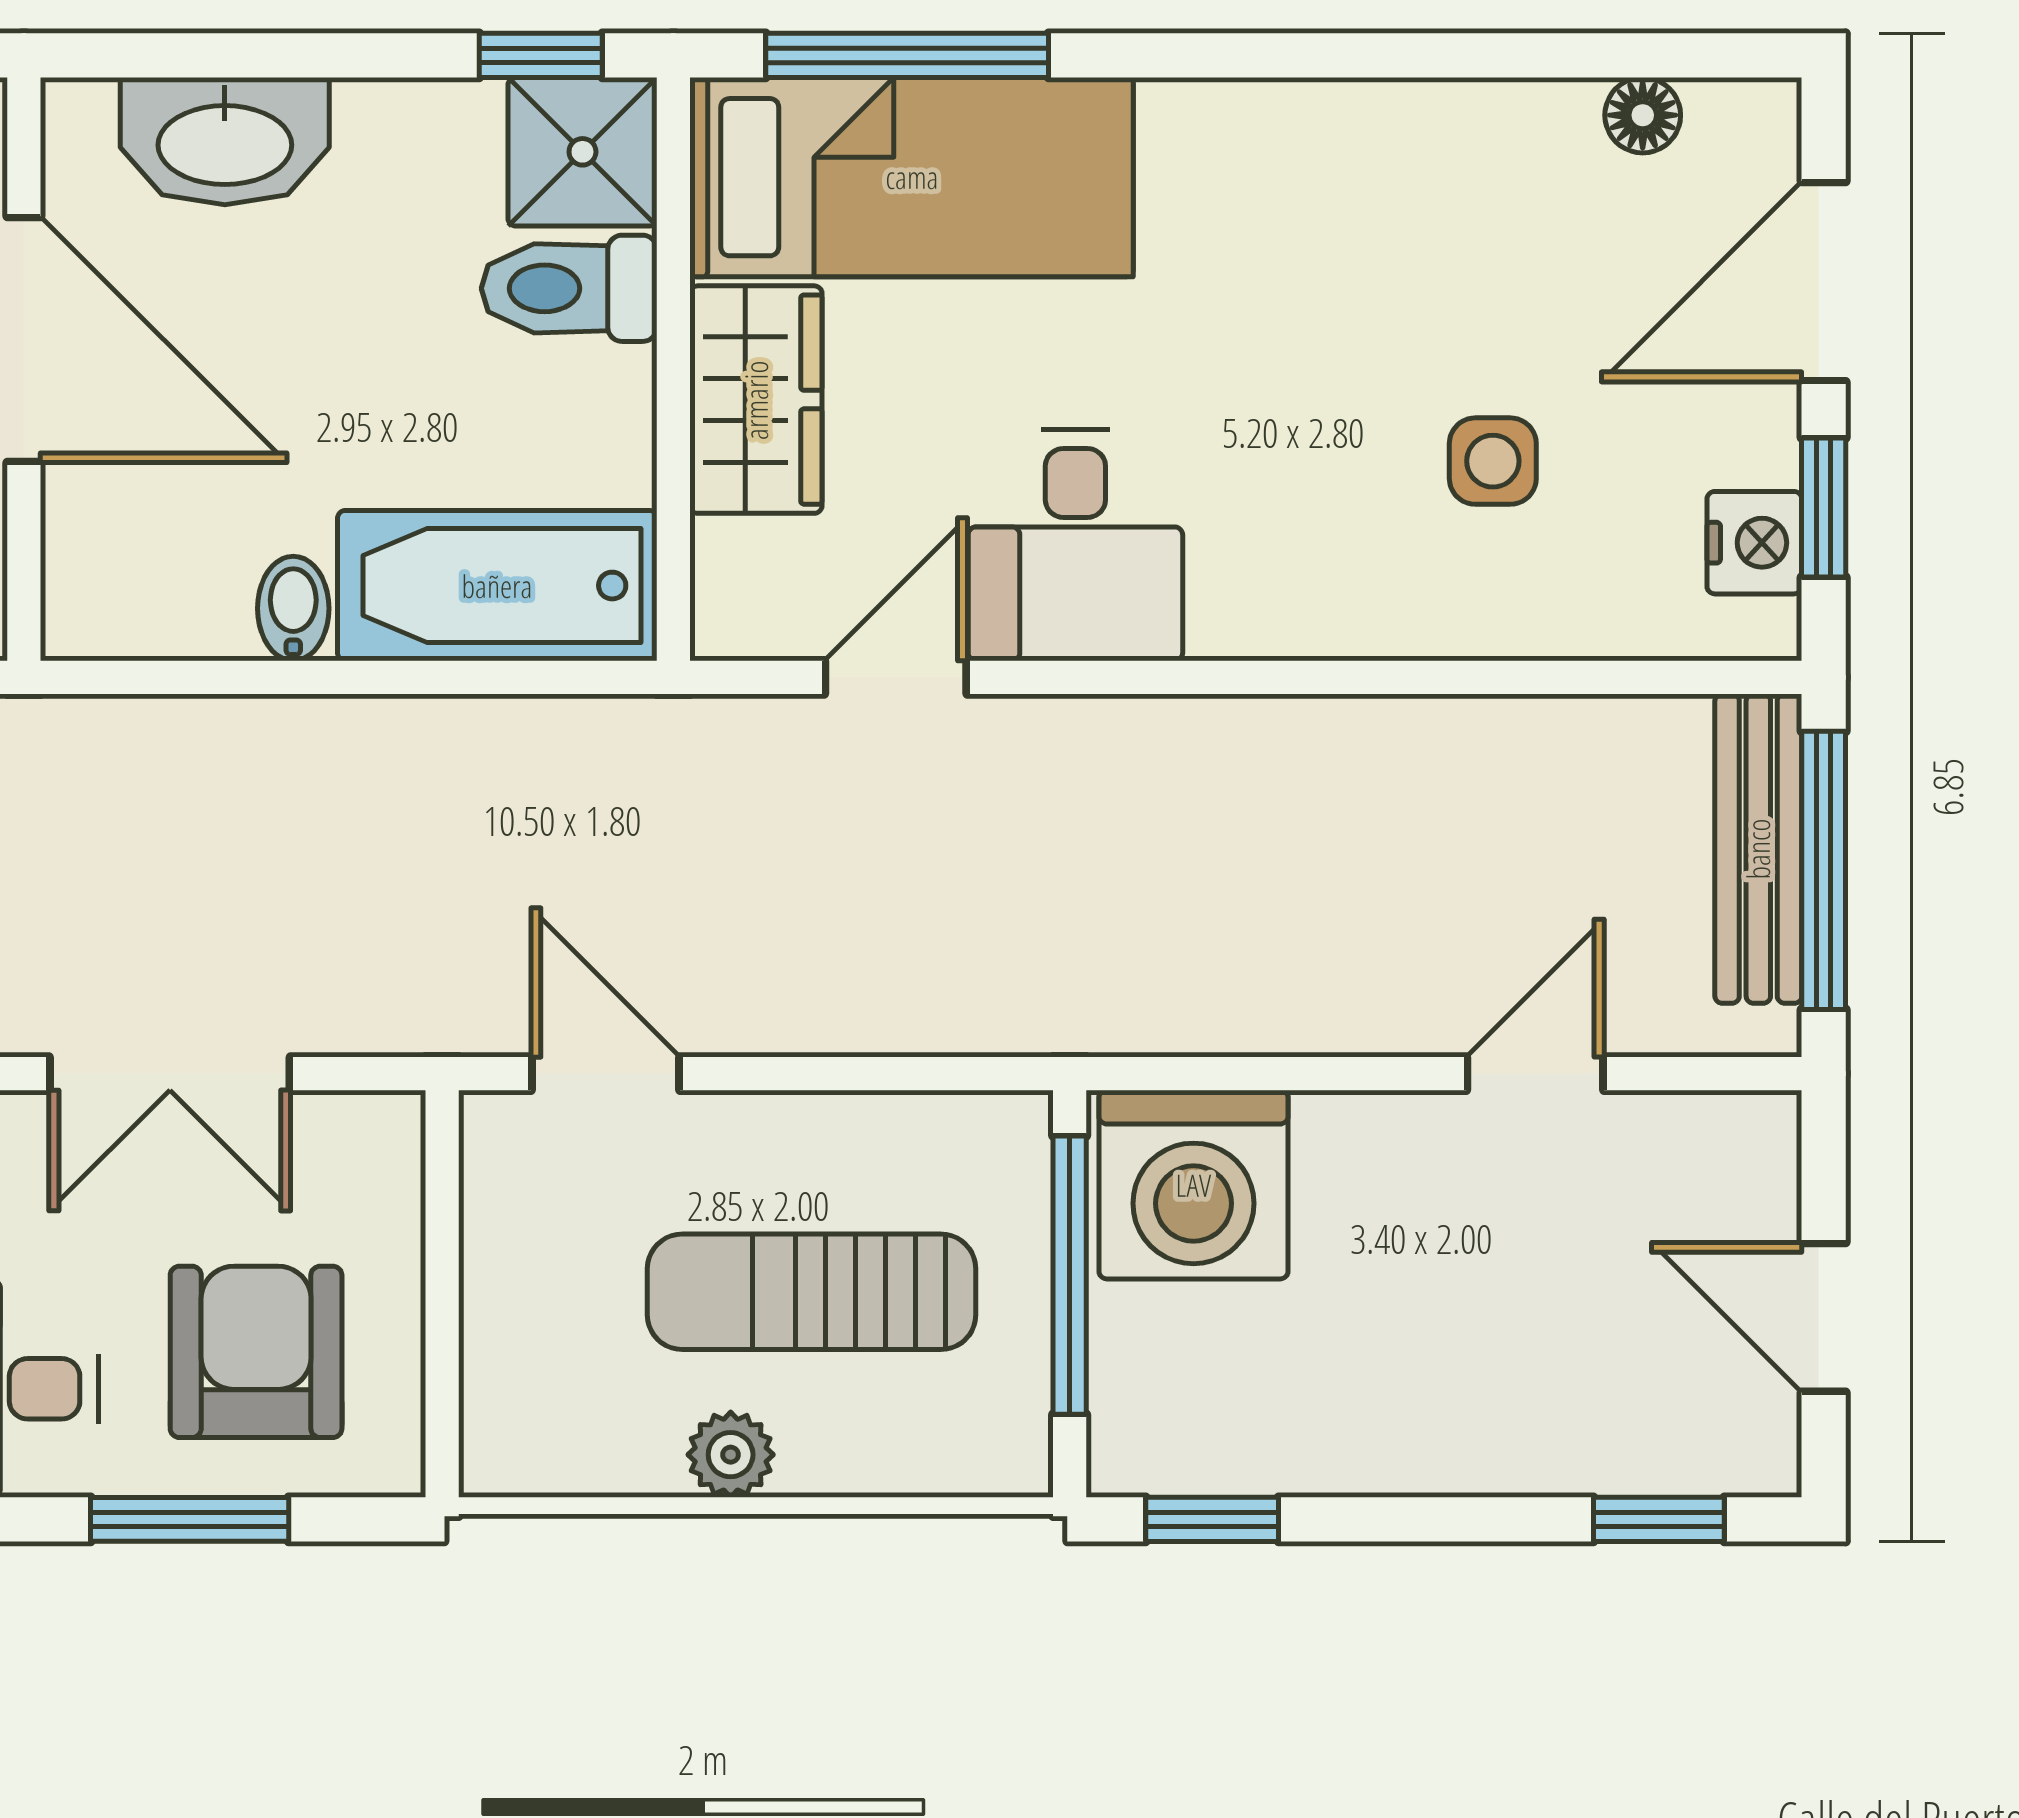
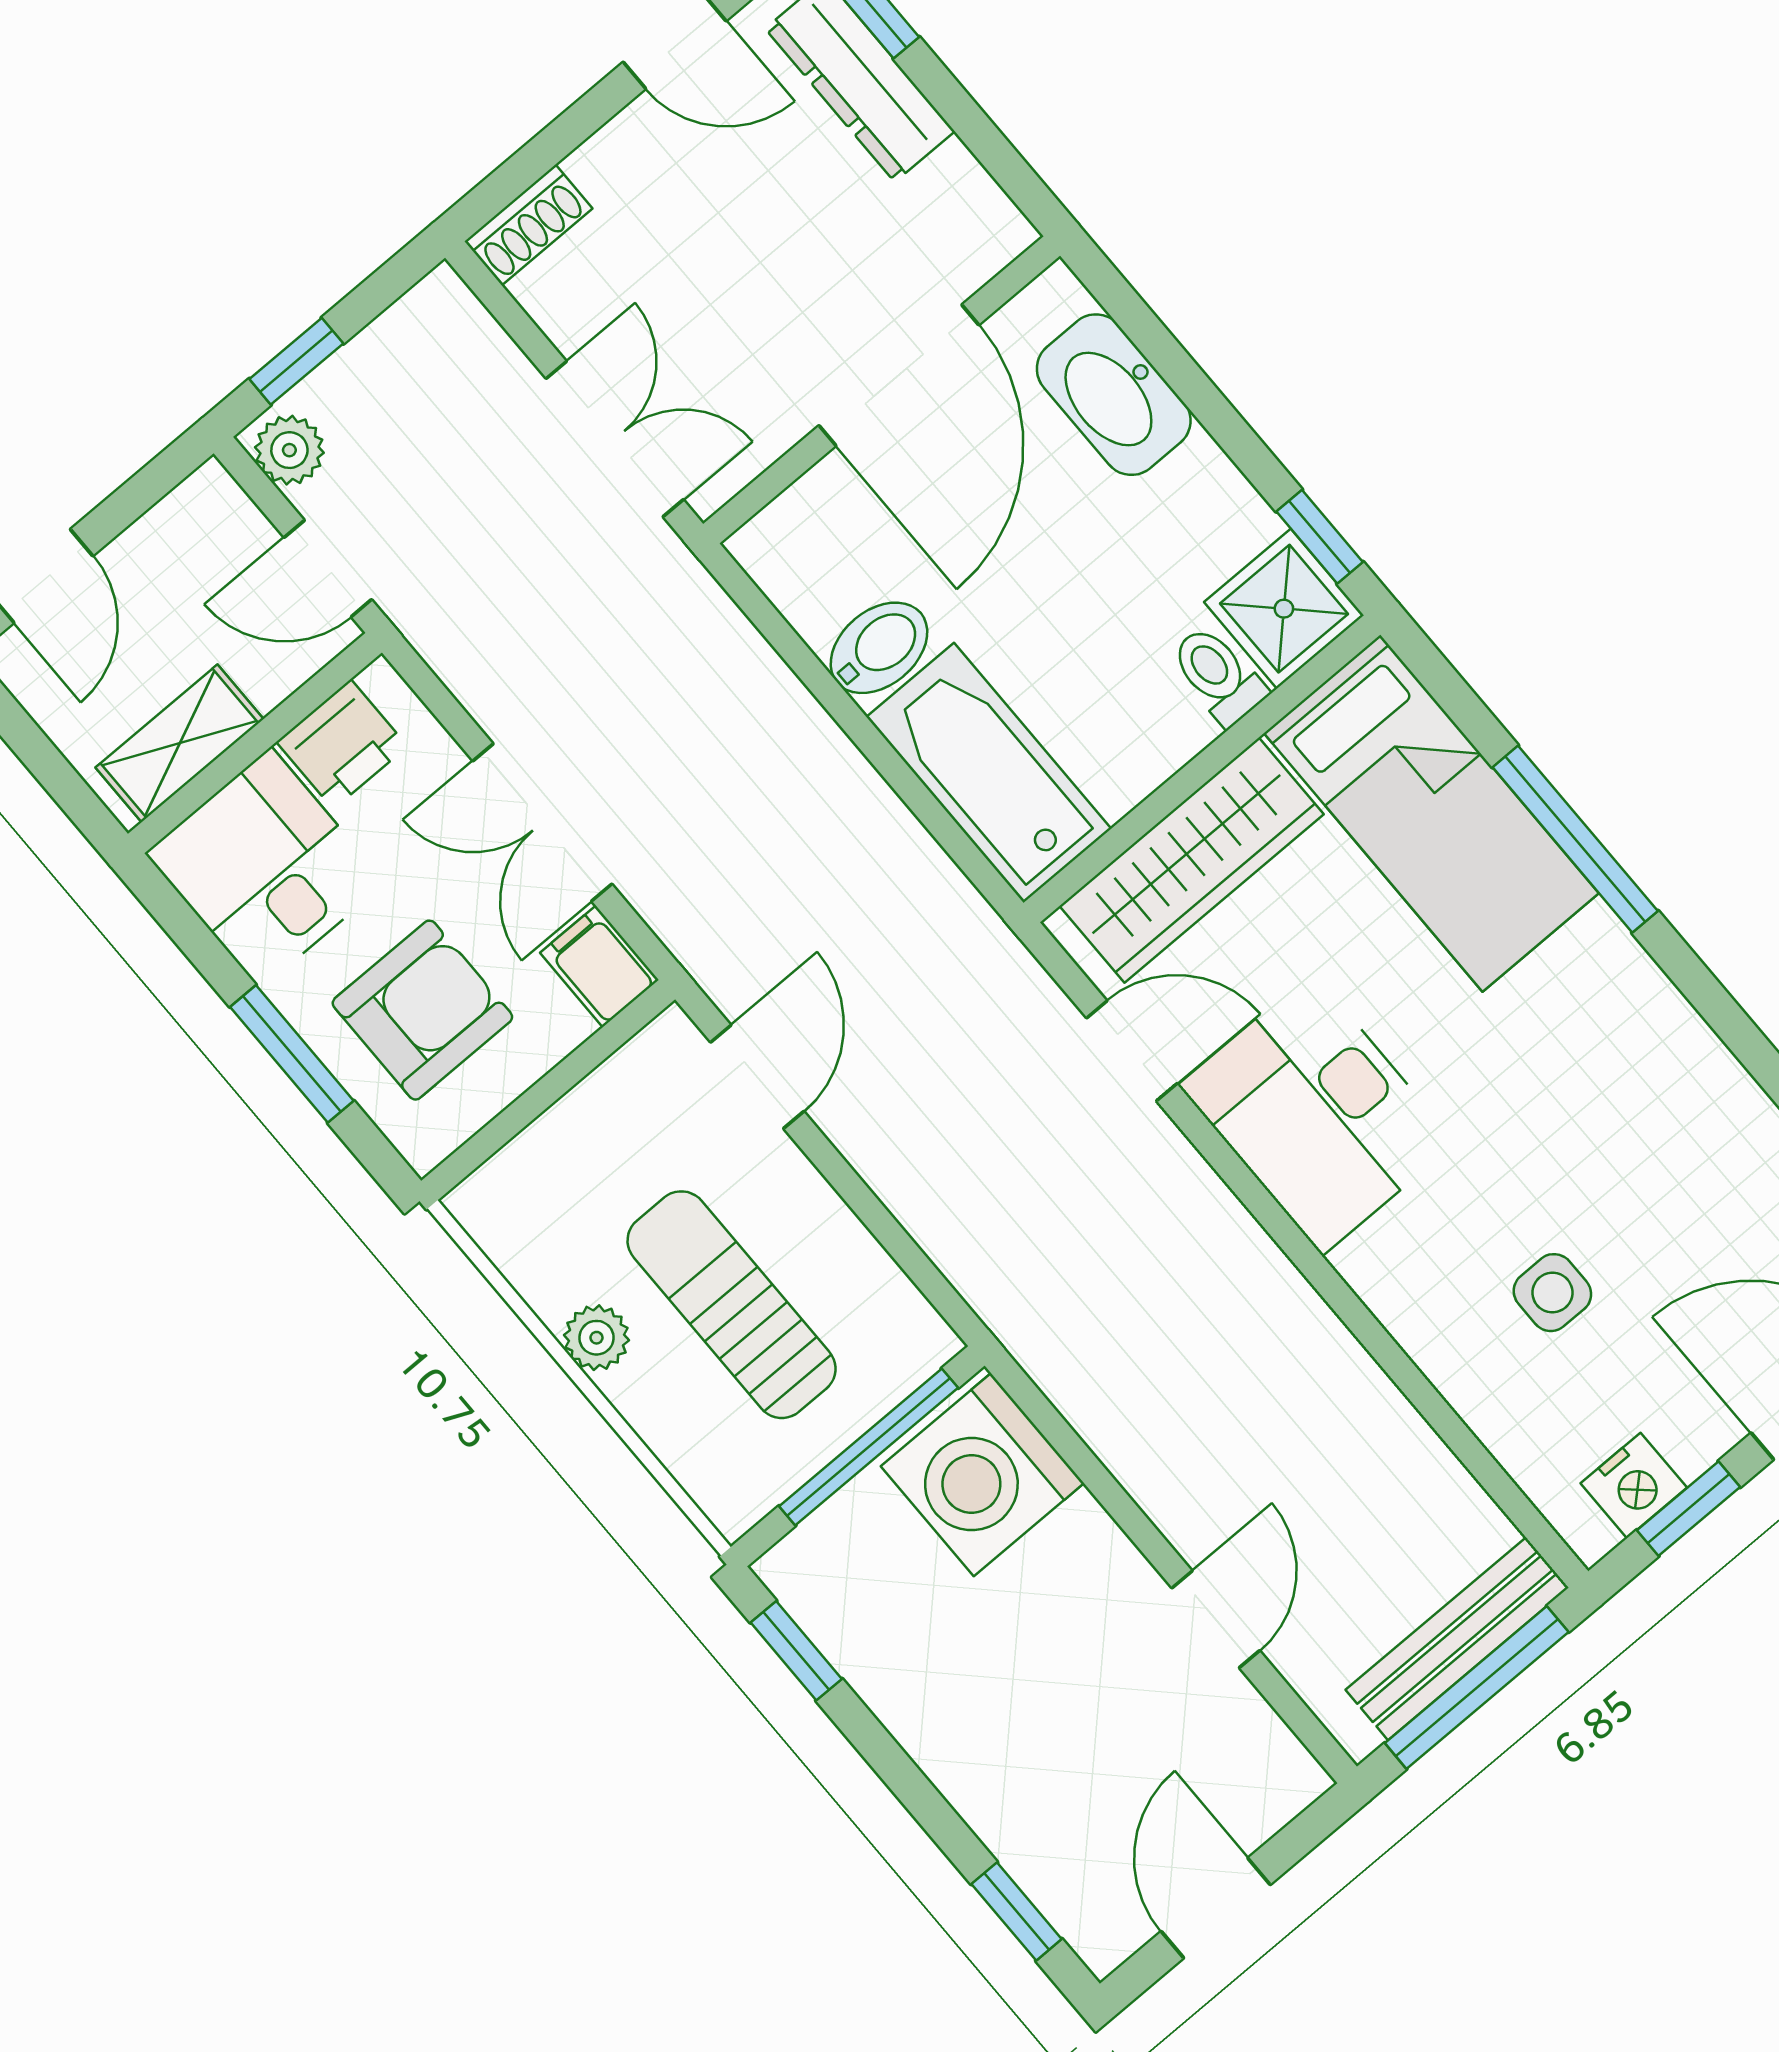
window: (907, 55) -> (1575, 839), moved
toilet: (569, 288) -> (1218, 675), width x0.73, depth x0.72
wardrobe: (756, 400) -> (1192, 860), width x1.50
desk: (1075, 545) -> (1317, 1114), width x1.37
bidet: (293, 608) -> (879, 648), width x1.38, depth x1.36
door: (1535, 1074) -> (1216, 1619), hinge flipped
filing cabinet: (362, 1138) -> (599, 966), added

